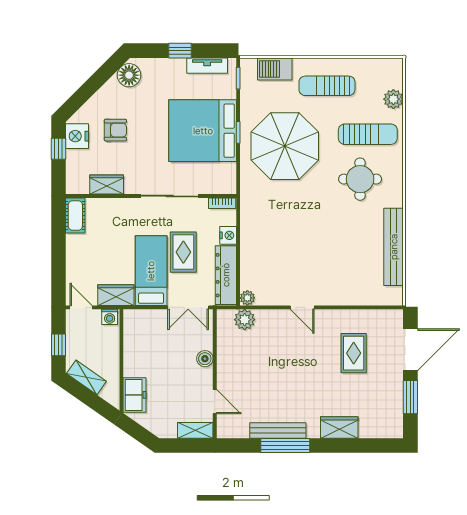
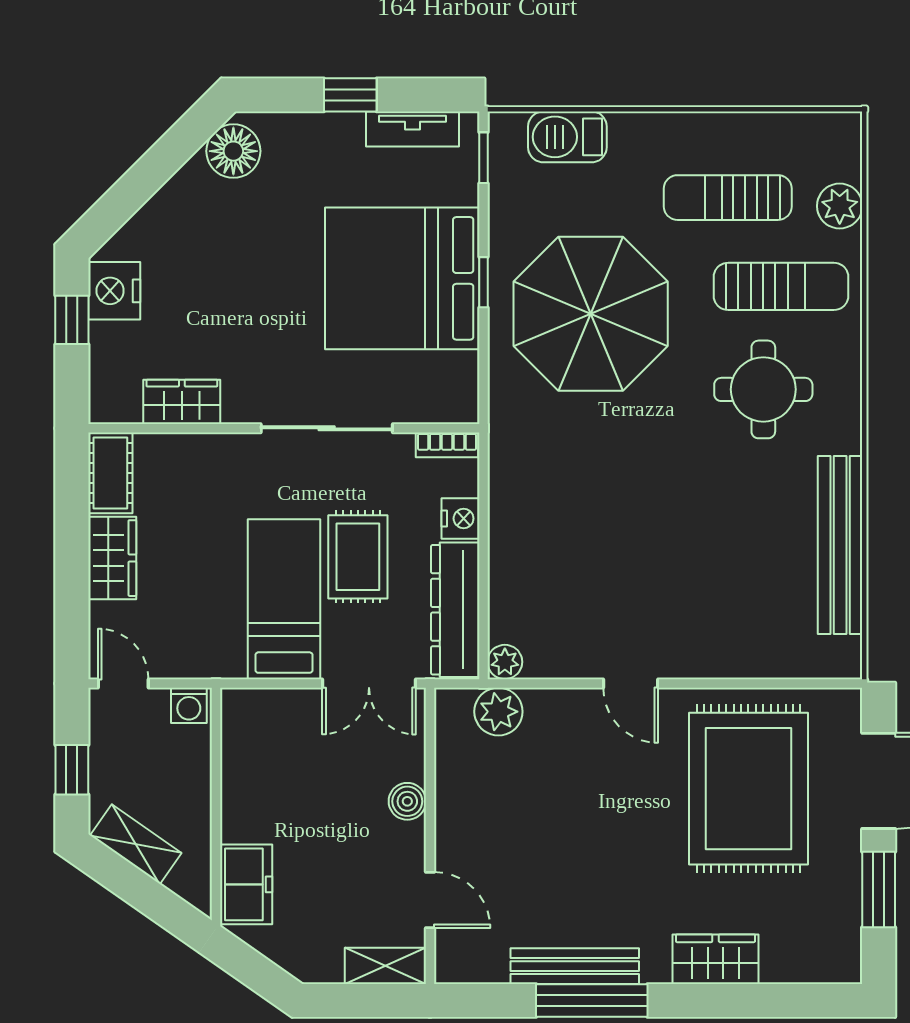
sun lounger: (327, 86) -> (728, 198), moved
armchair: (115, 130) -> (202, 277), removed
wardrobe: (116, 295) -> (112, 558), moved, turned 90
rug: (354, 353) -> (748, 789), width x1.86, depth x2.06

